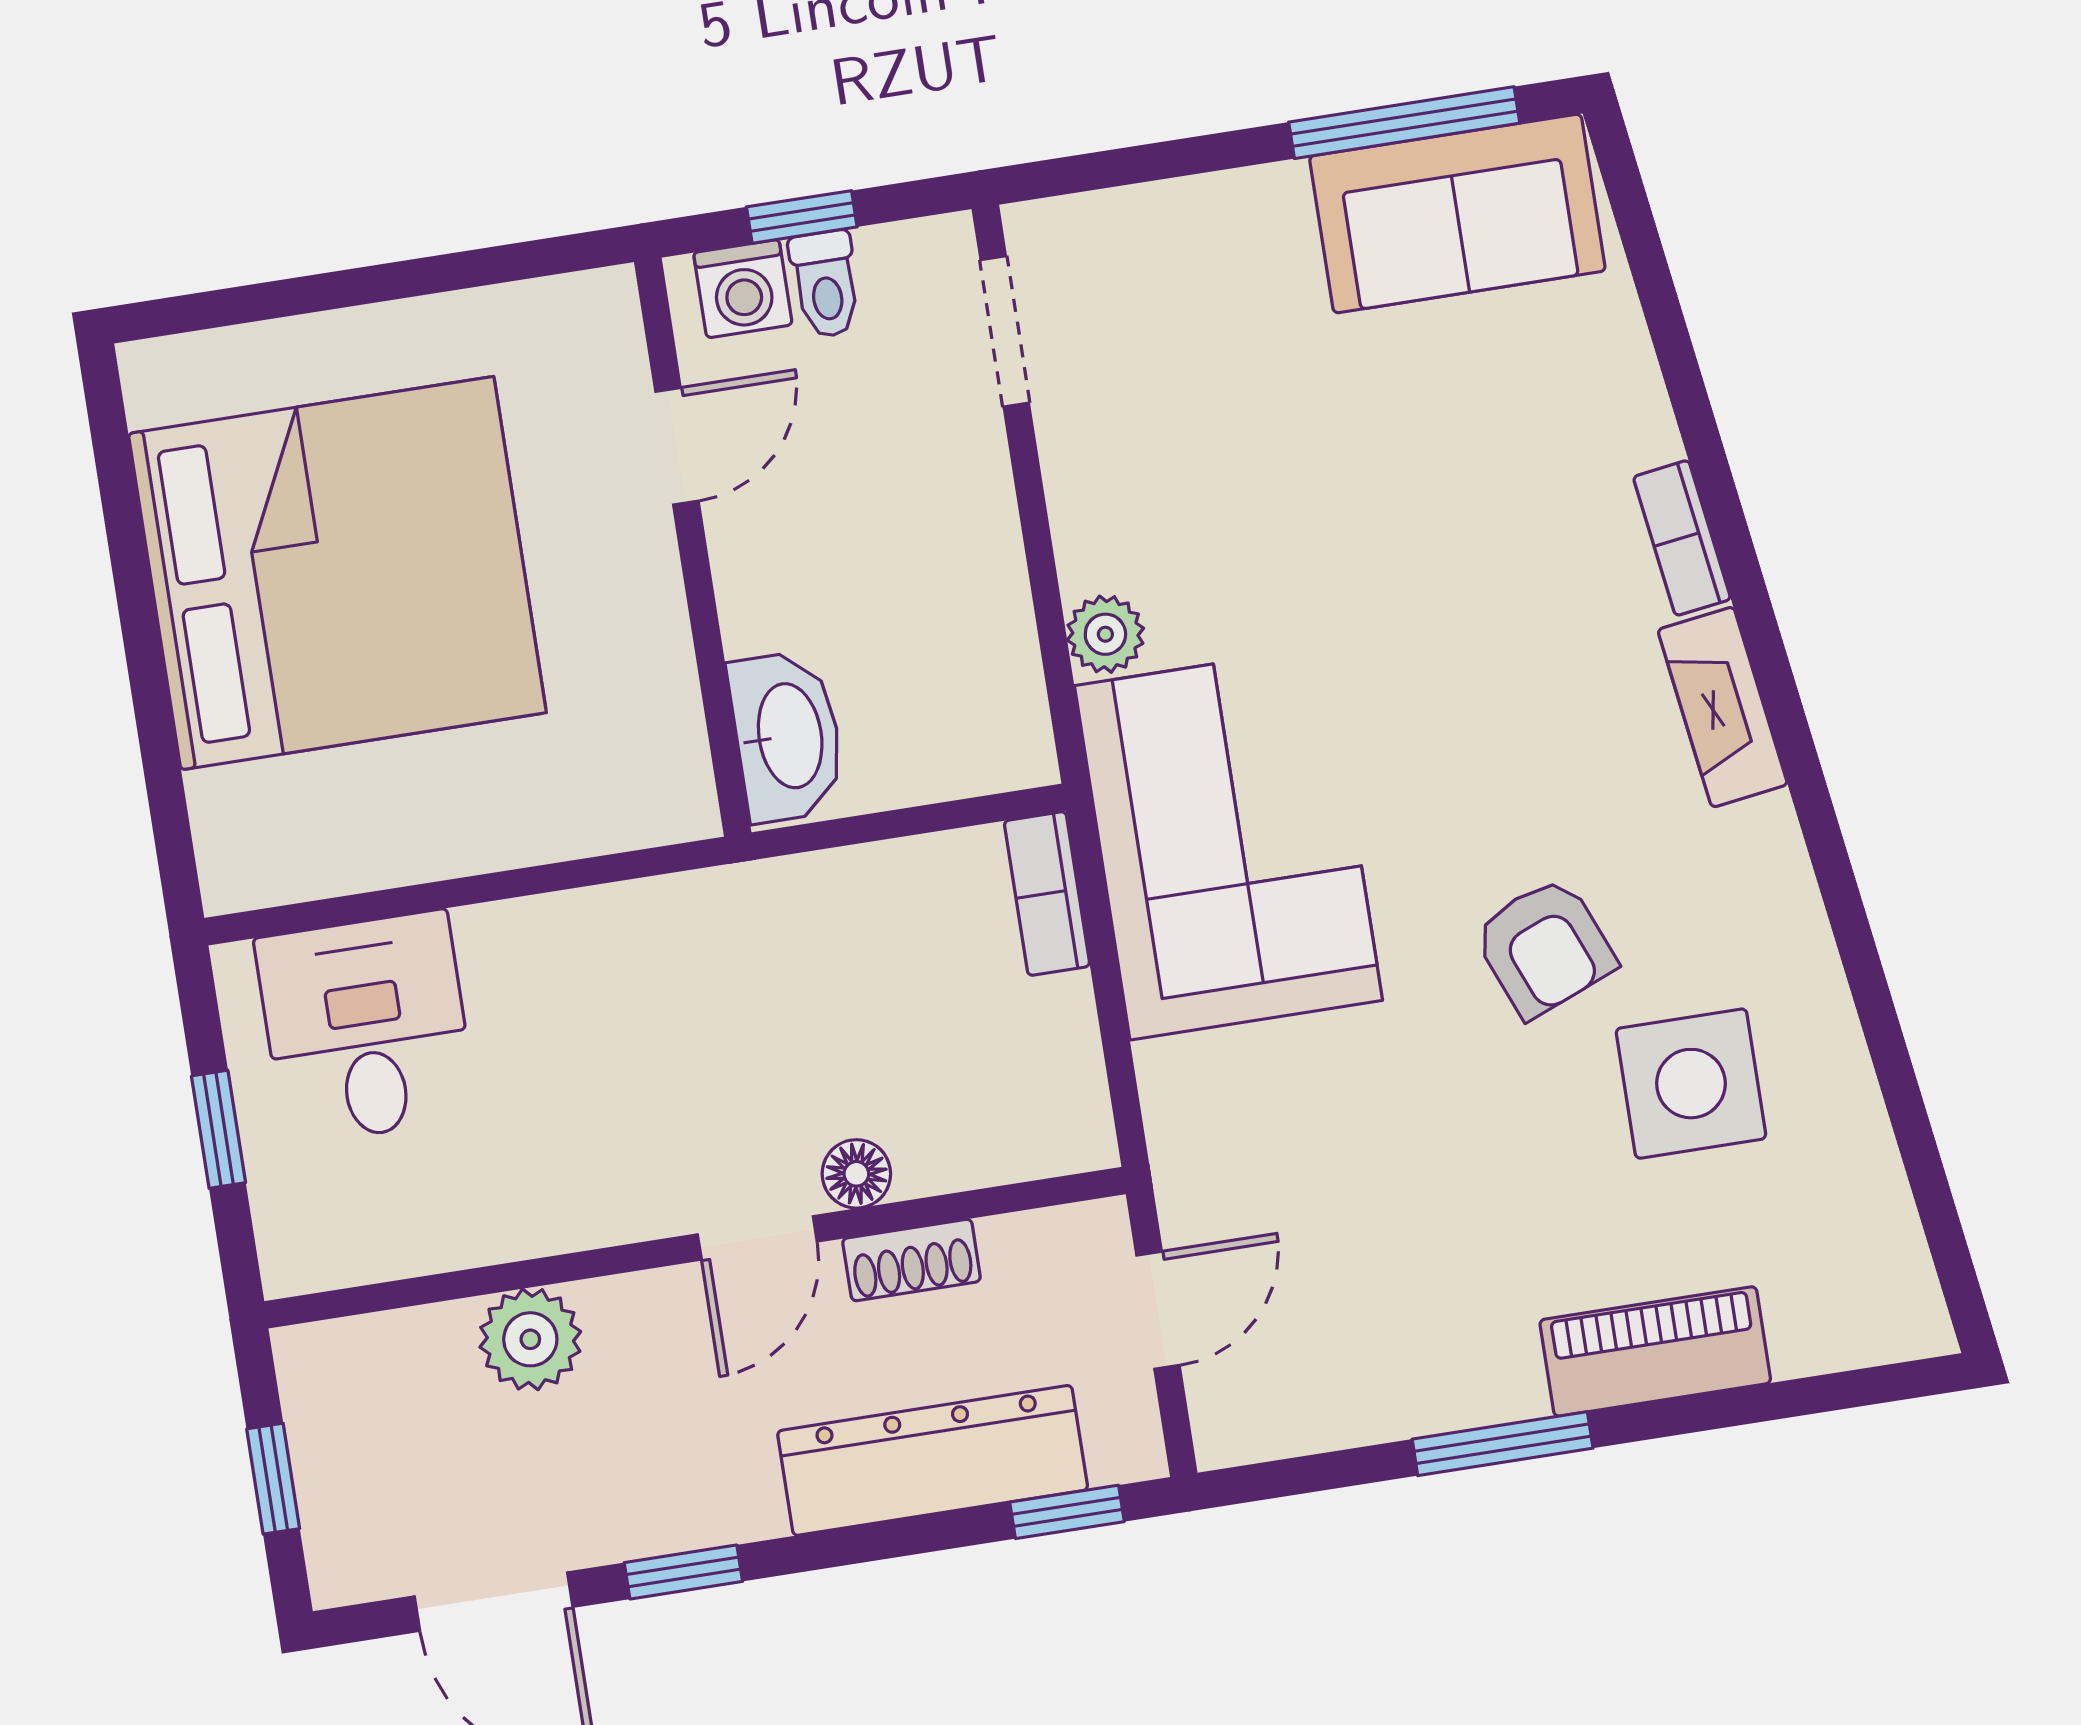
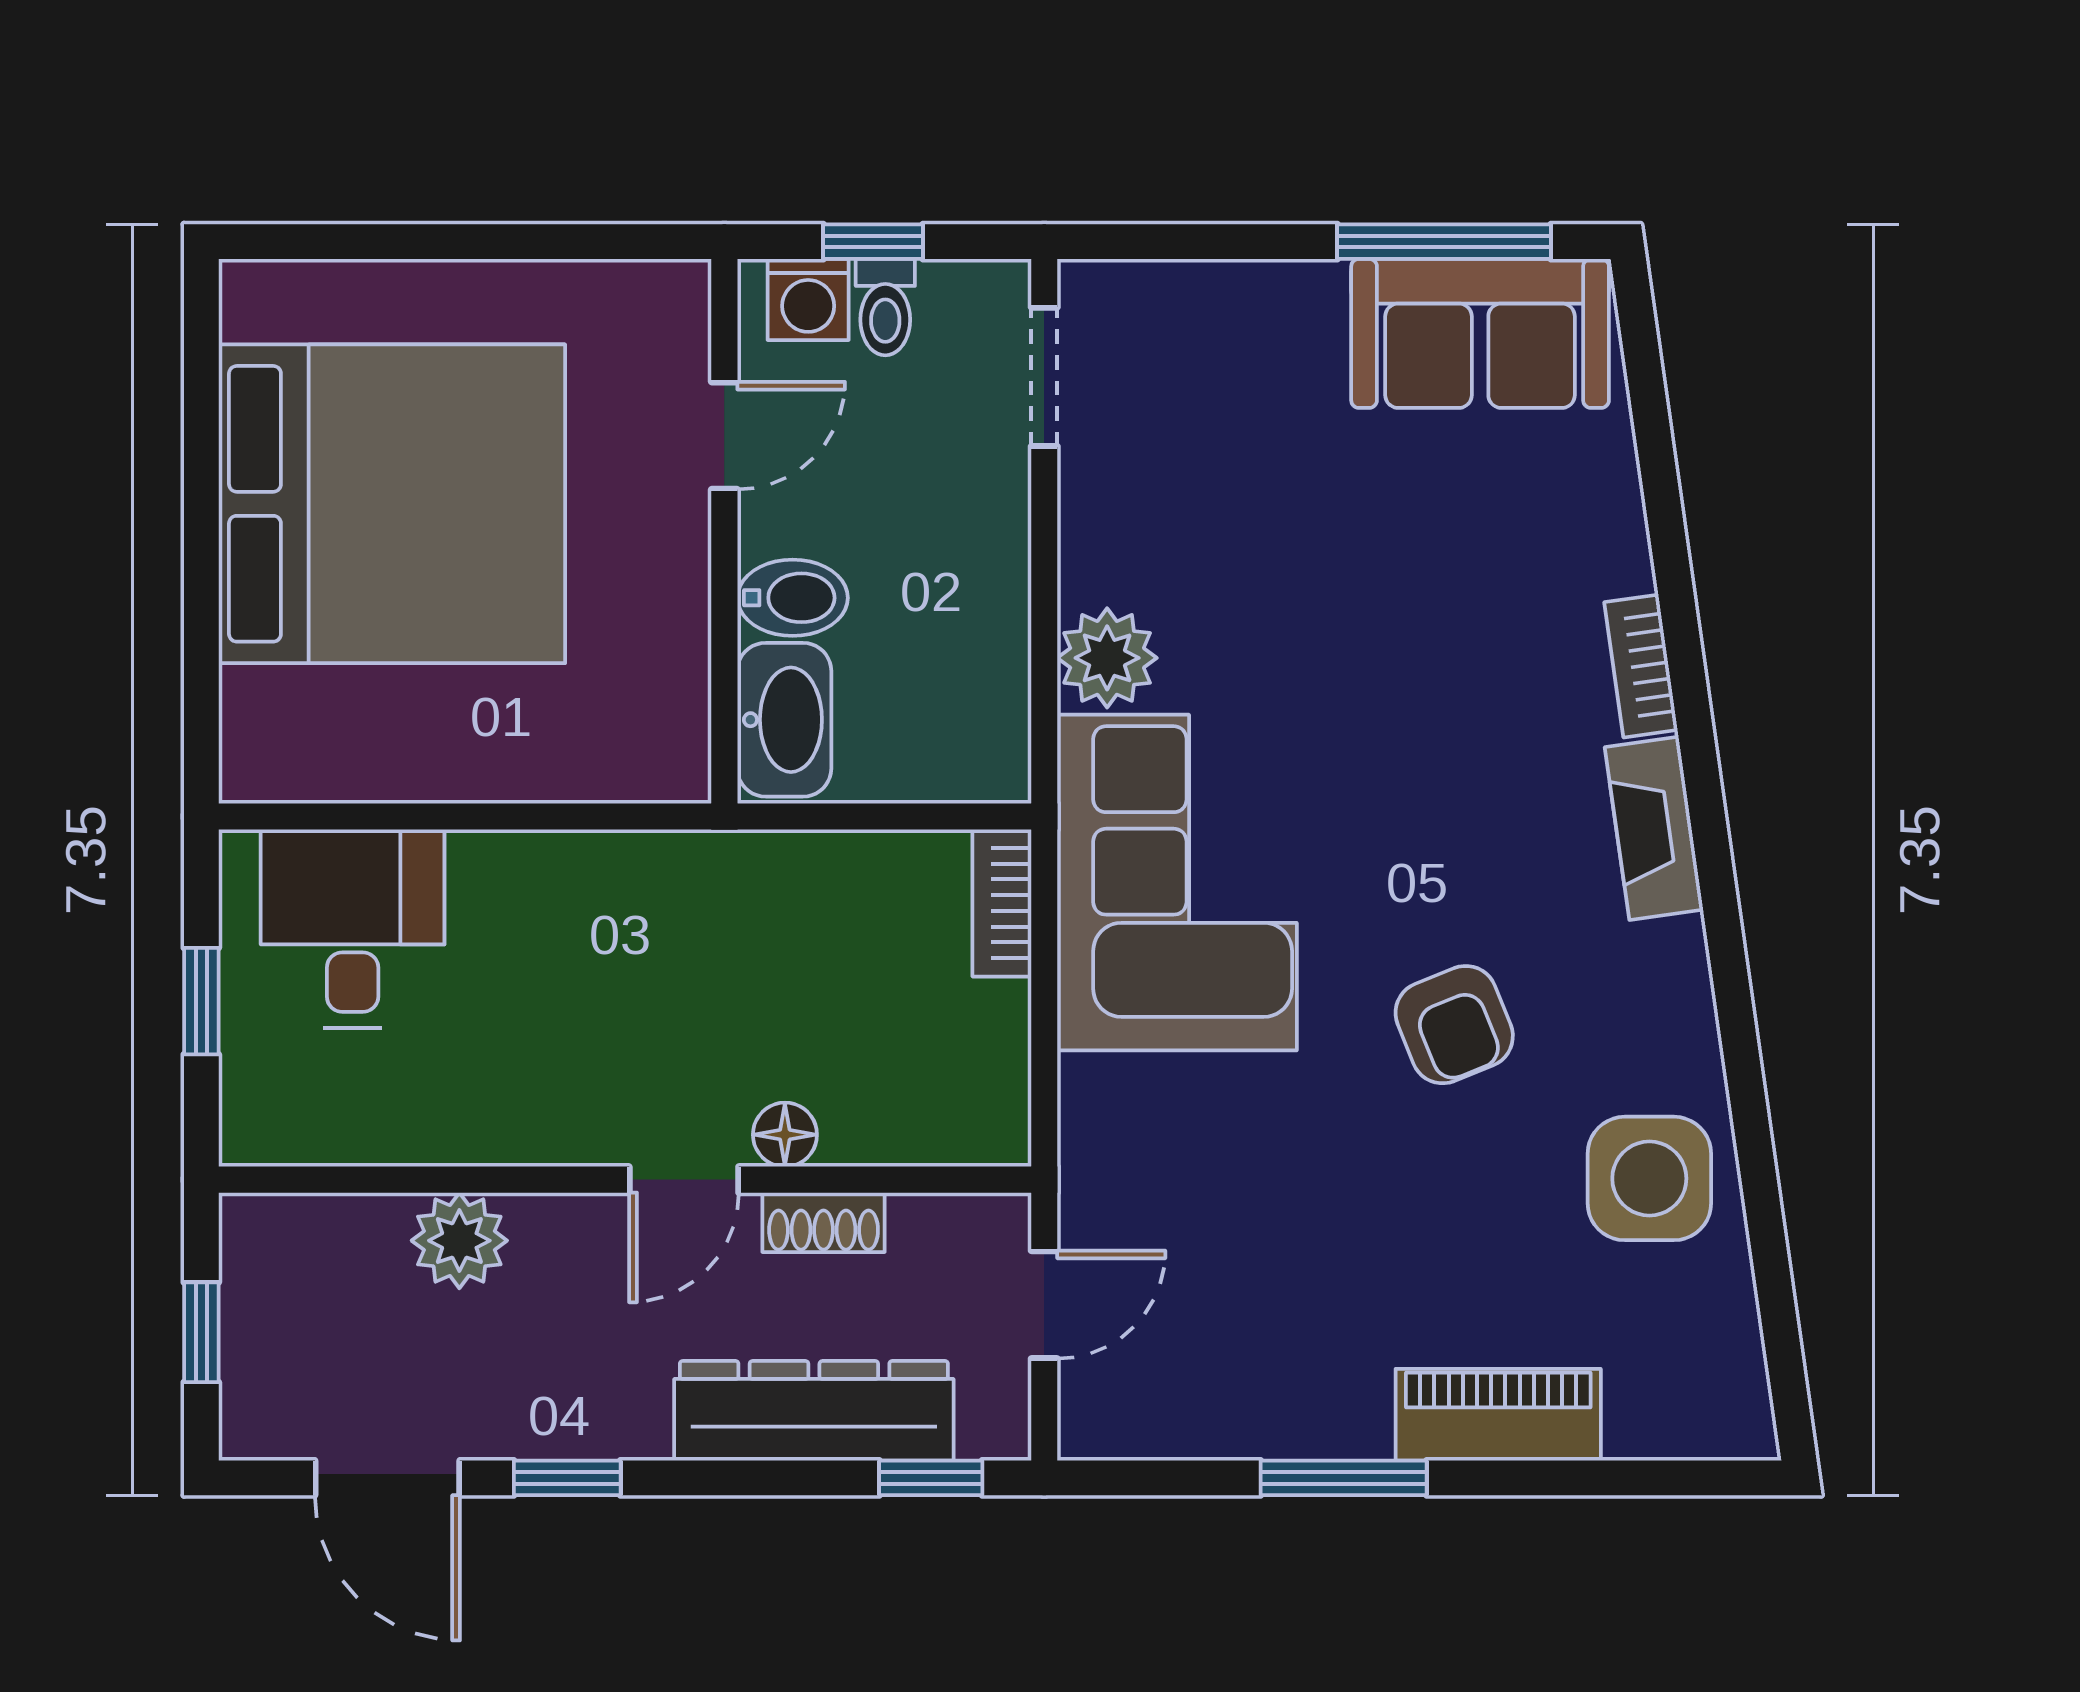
bidet: (776, 606) -> (793, 598), added
plant: (1105, 634) -> (1107, 658), width x1.38, depth x1.38
side table: (1691, 1084) -> (1649, 1178), moved

